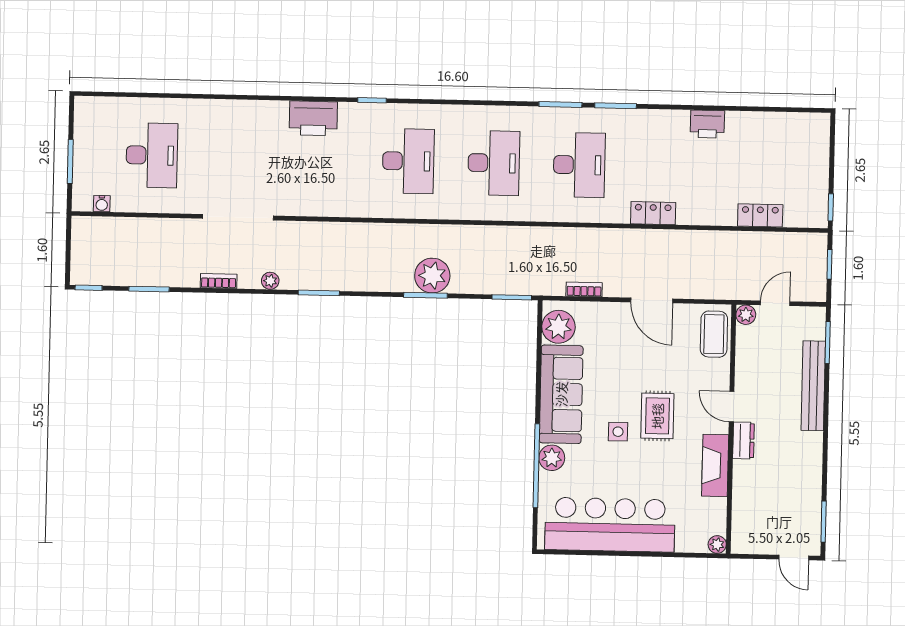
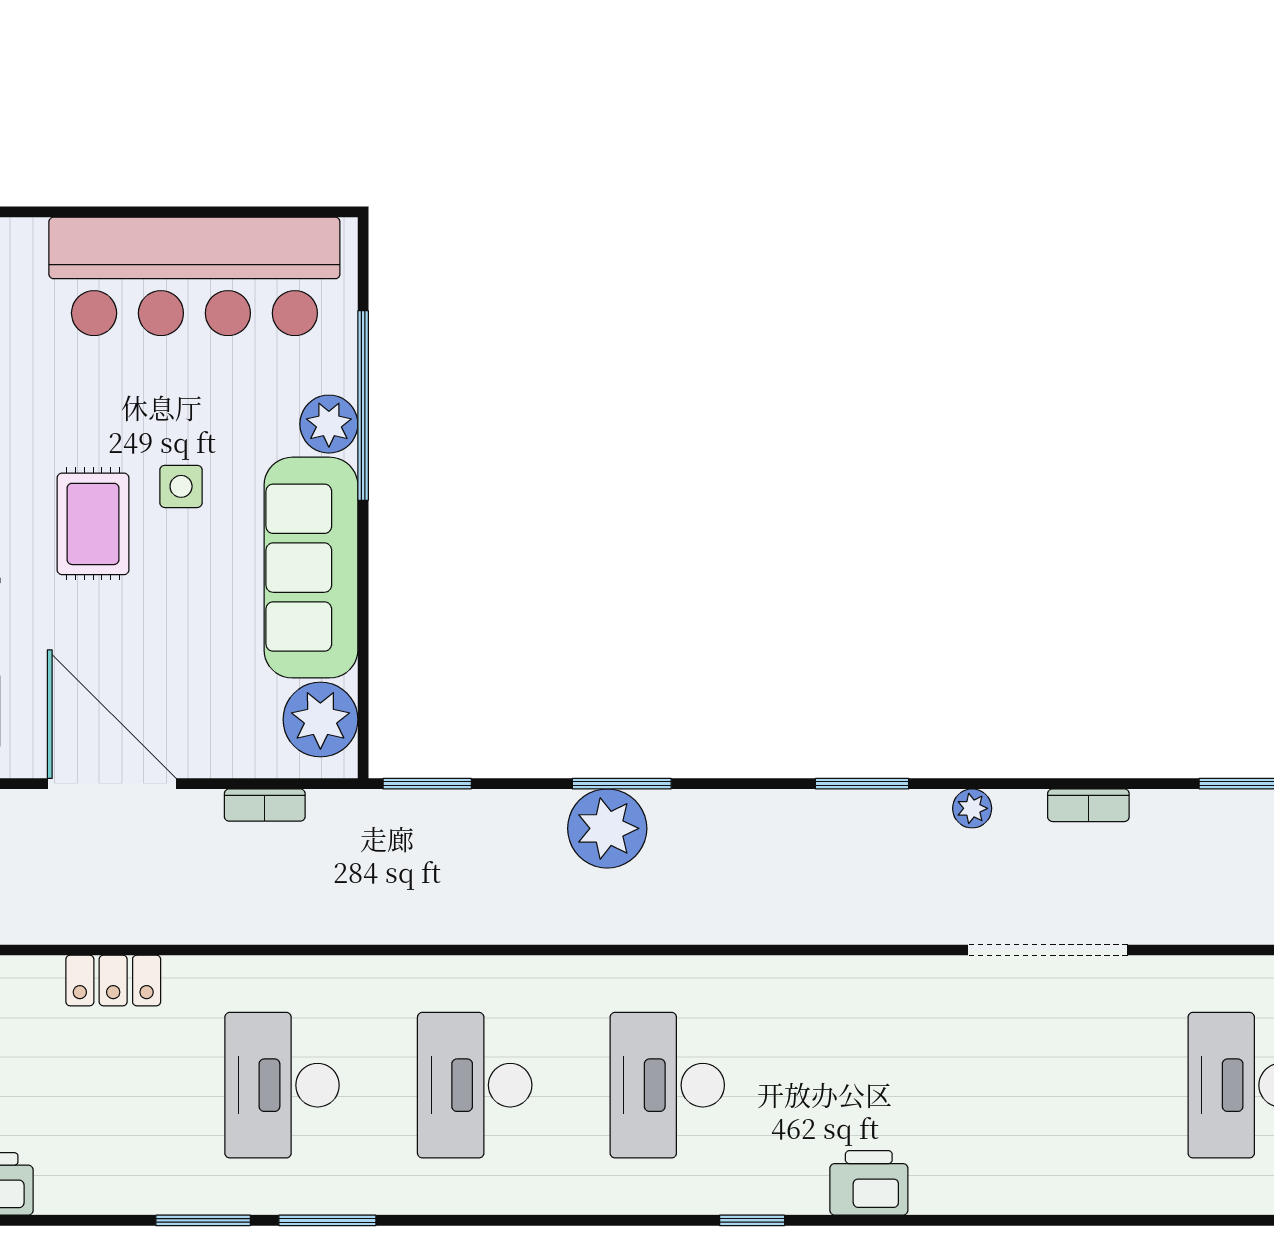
printer: (313, 118) -> (869, 1183), width x0.73, depth x0.84
door: (652, 300) -> (112, 784), width x1.36

